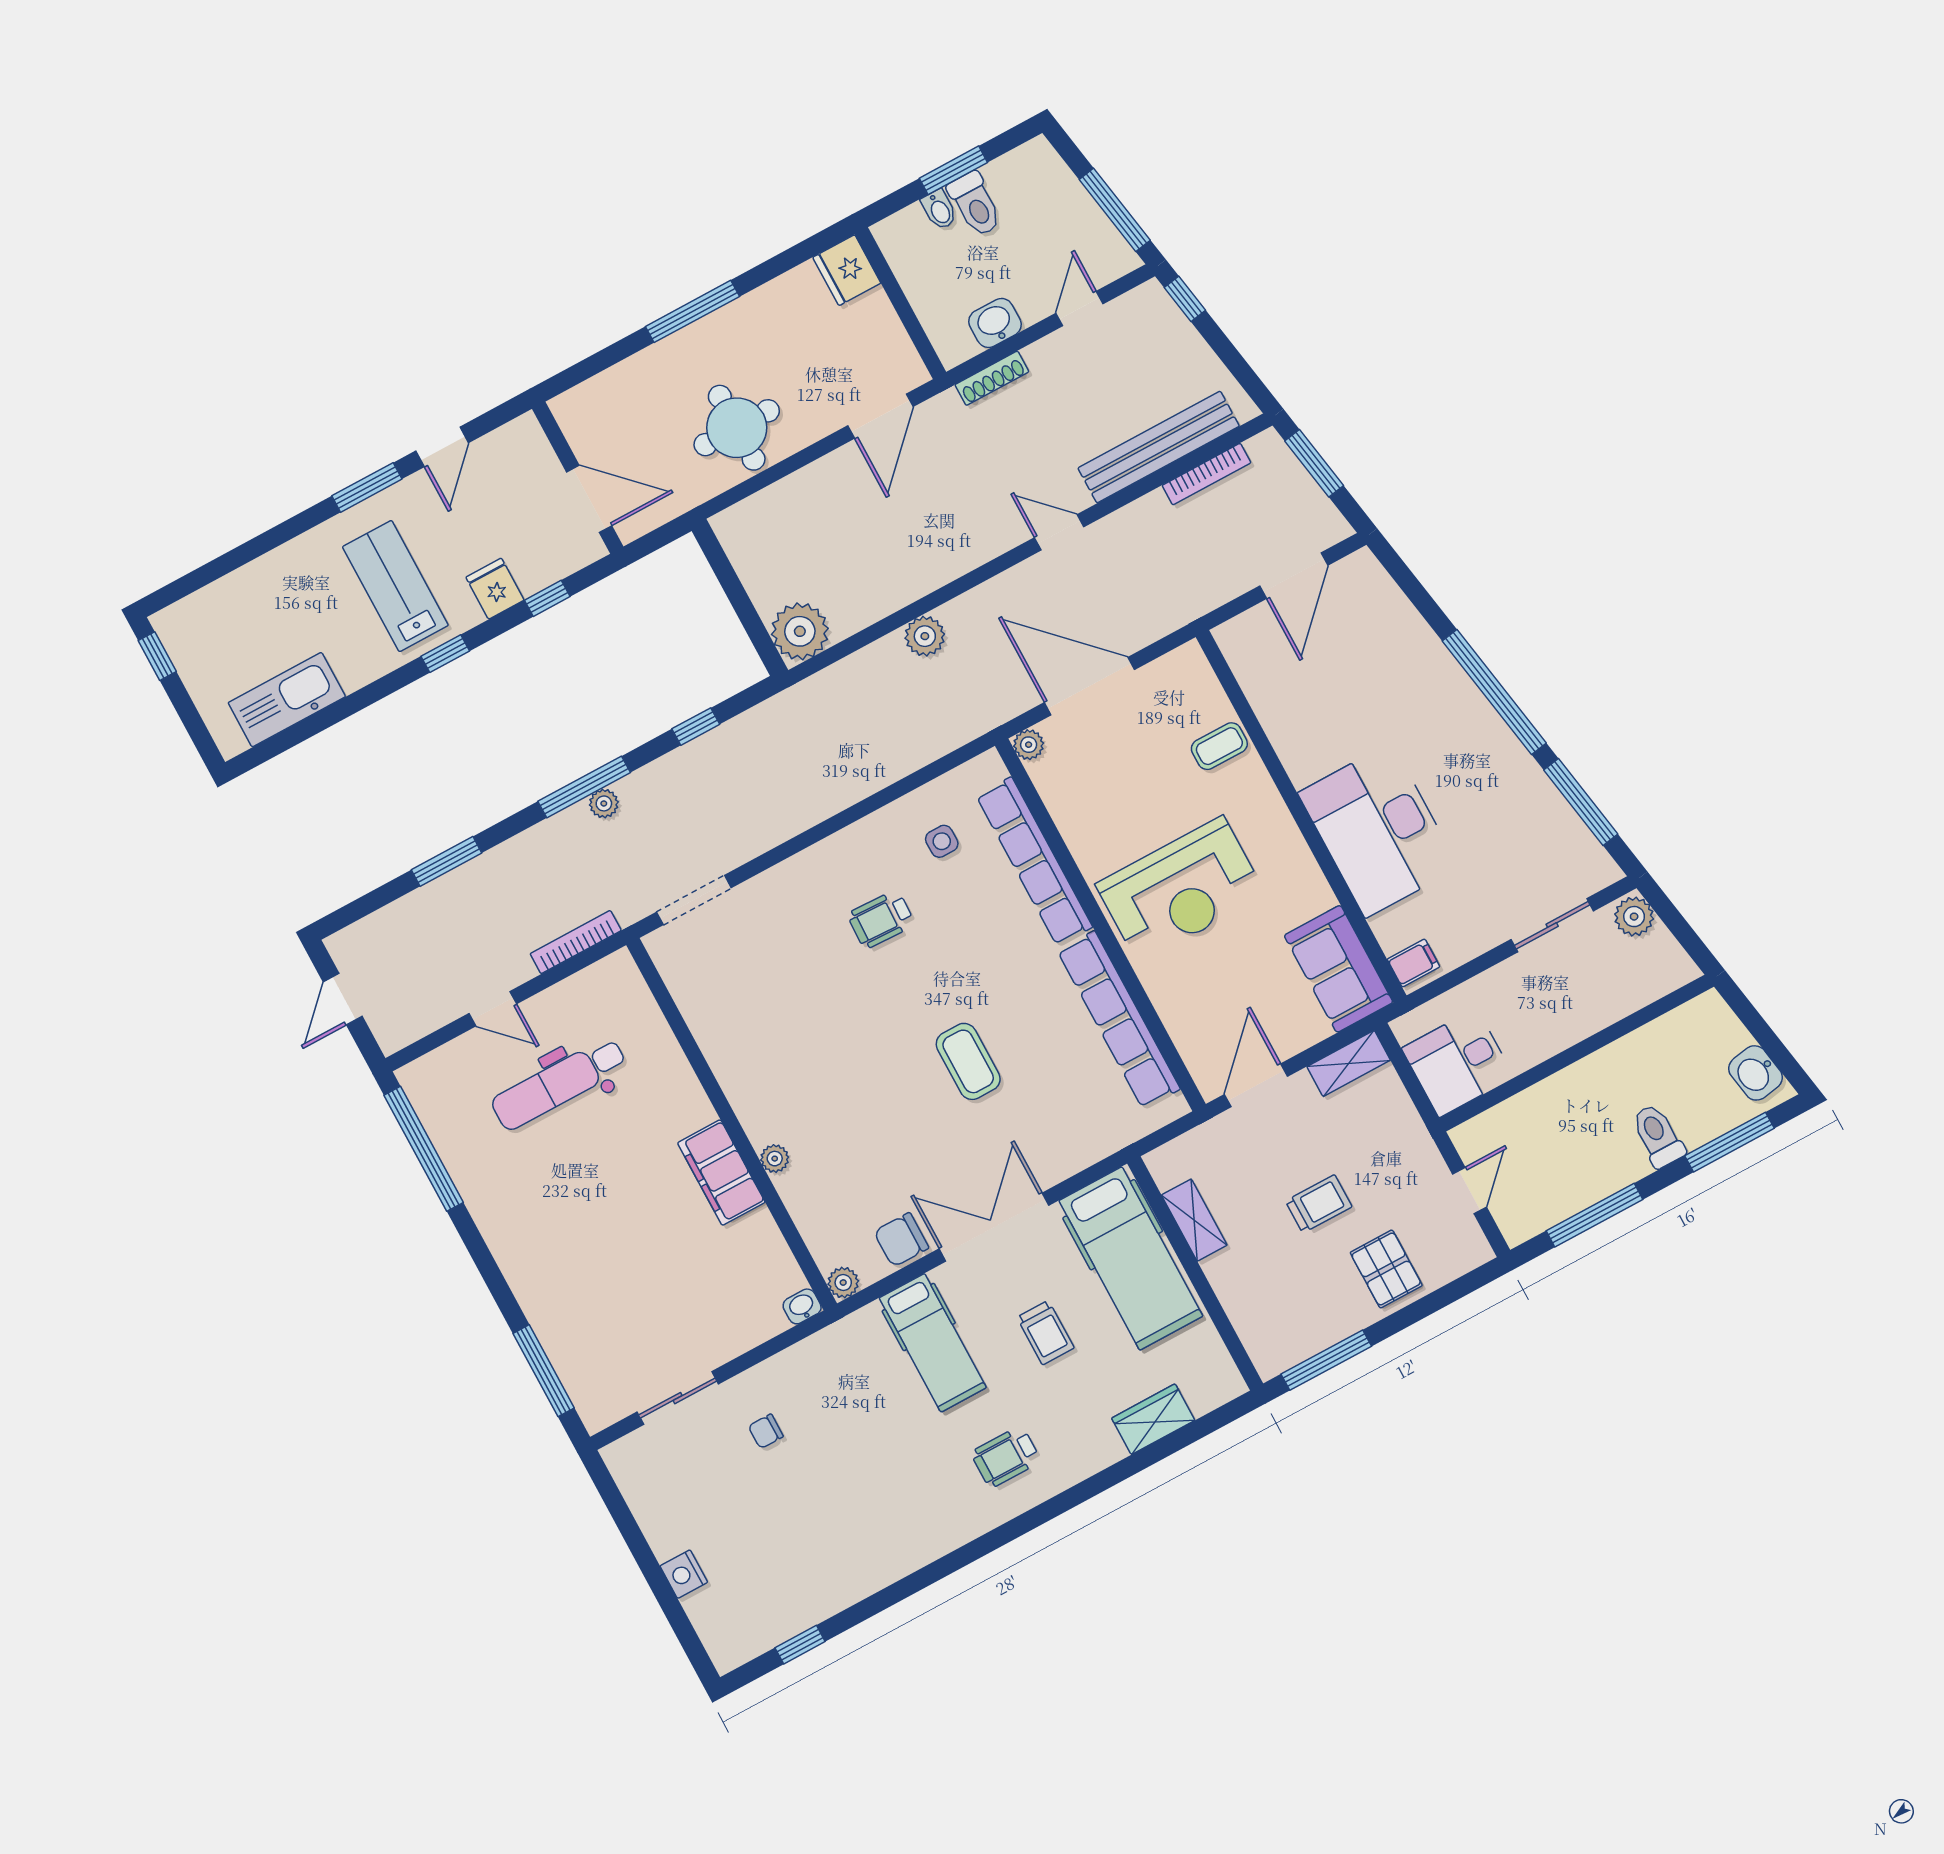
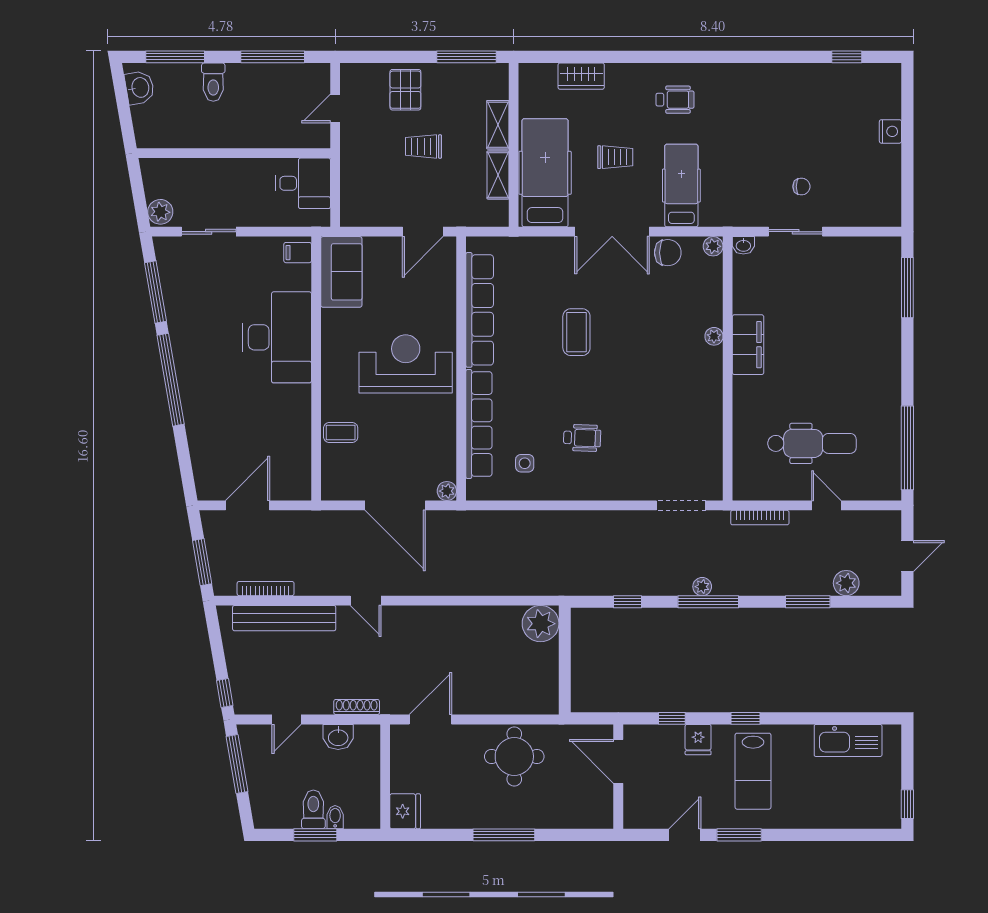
plant: (925, 636) -> (846, 583), moved
shelving: (1349, 1063) -> (498, 125), moved, turned 90
trolley: (1045, 1333) -> (615, 157), turned 90
sliding door: (678, 1398) -> (796, 232), moved

